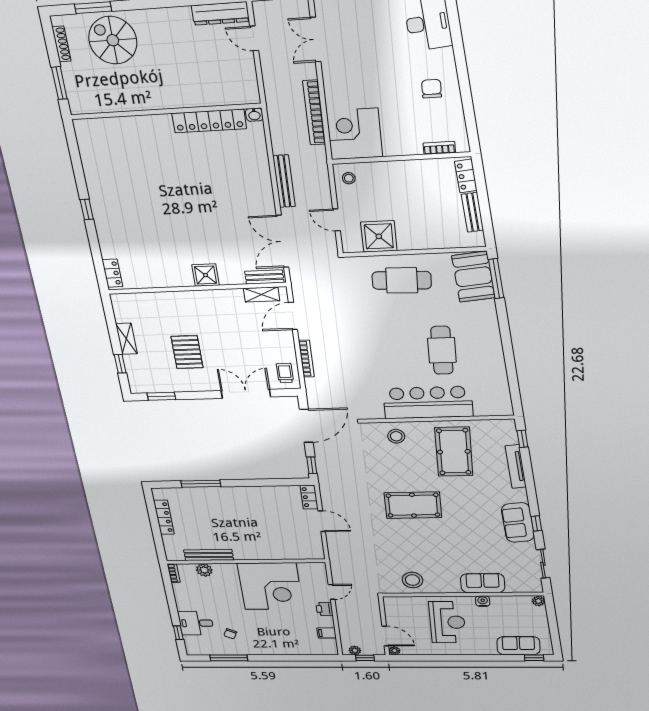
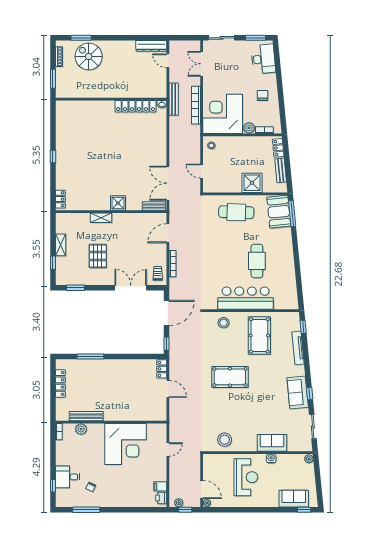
corner desk: (355, 134) -> (223, 114), width x1.36, depth x1.36
plant: (412, 146) -> (249, 128), added
bench: (284, 181) -> (174, 99), moved
shower: (379, 236) -> (252, 183), moved
shelving: (262, 294) -> (101, 218), moved
printer: (324, 609) -> (161, 498), moved

